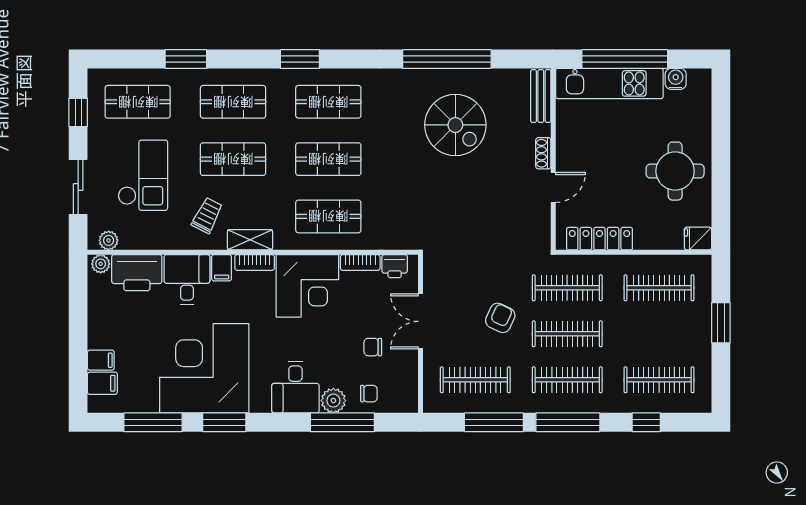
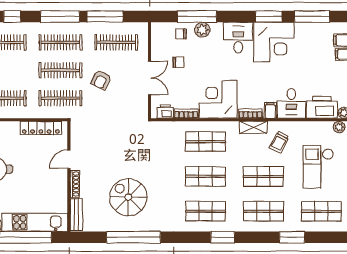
shoe rack: (543, 153) -> (75, 184), width x1.43
corner desk: (204, 368) -> (274, 42), width x0.74, depth x0.74
desk: (295, 387) -> (238, 38), moved

